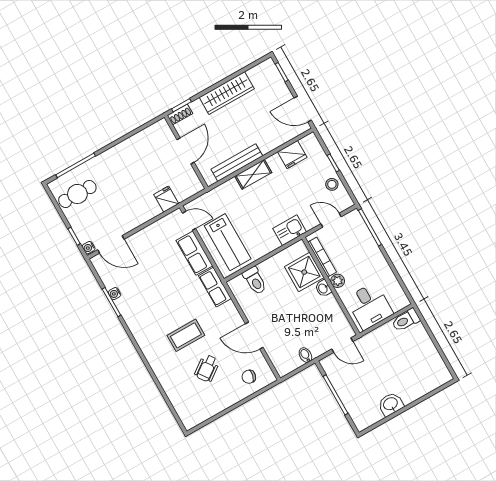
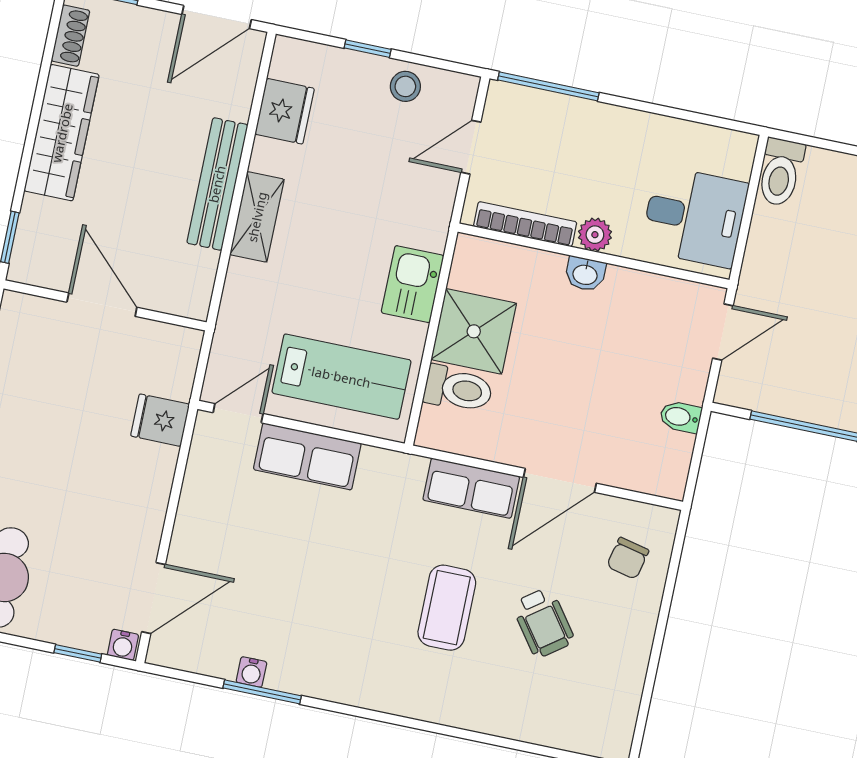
shoe rack: (180, 114) -> (70, 36), moved
bench: (237, 163) -> (217, 184), moved
kitchen sink: (290, 230) -> (412, 284), moved
shower: (304, 272) -> (474, 331), moved
row of seats: (215, 287) -> (471, 488), moved

